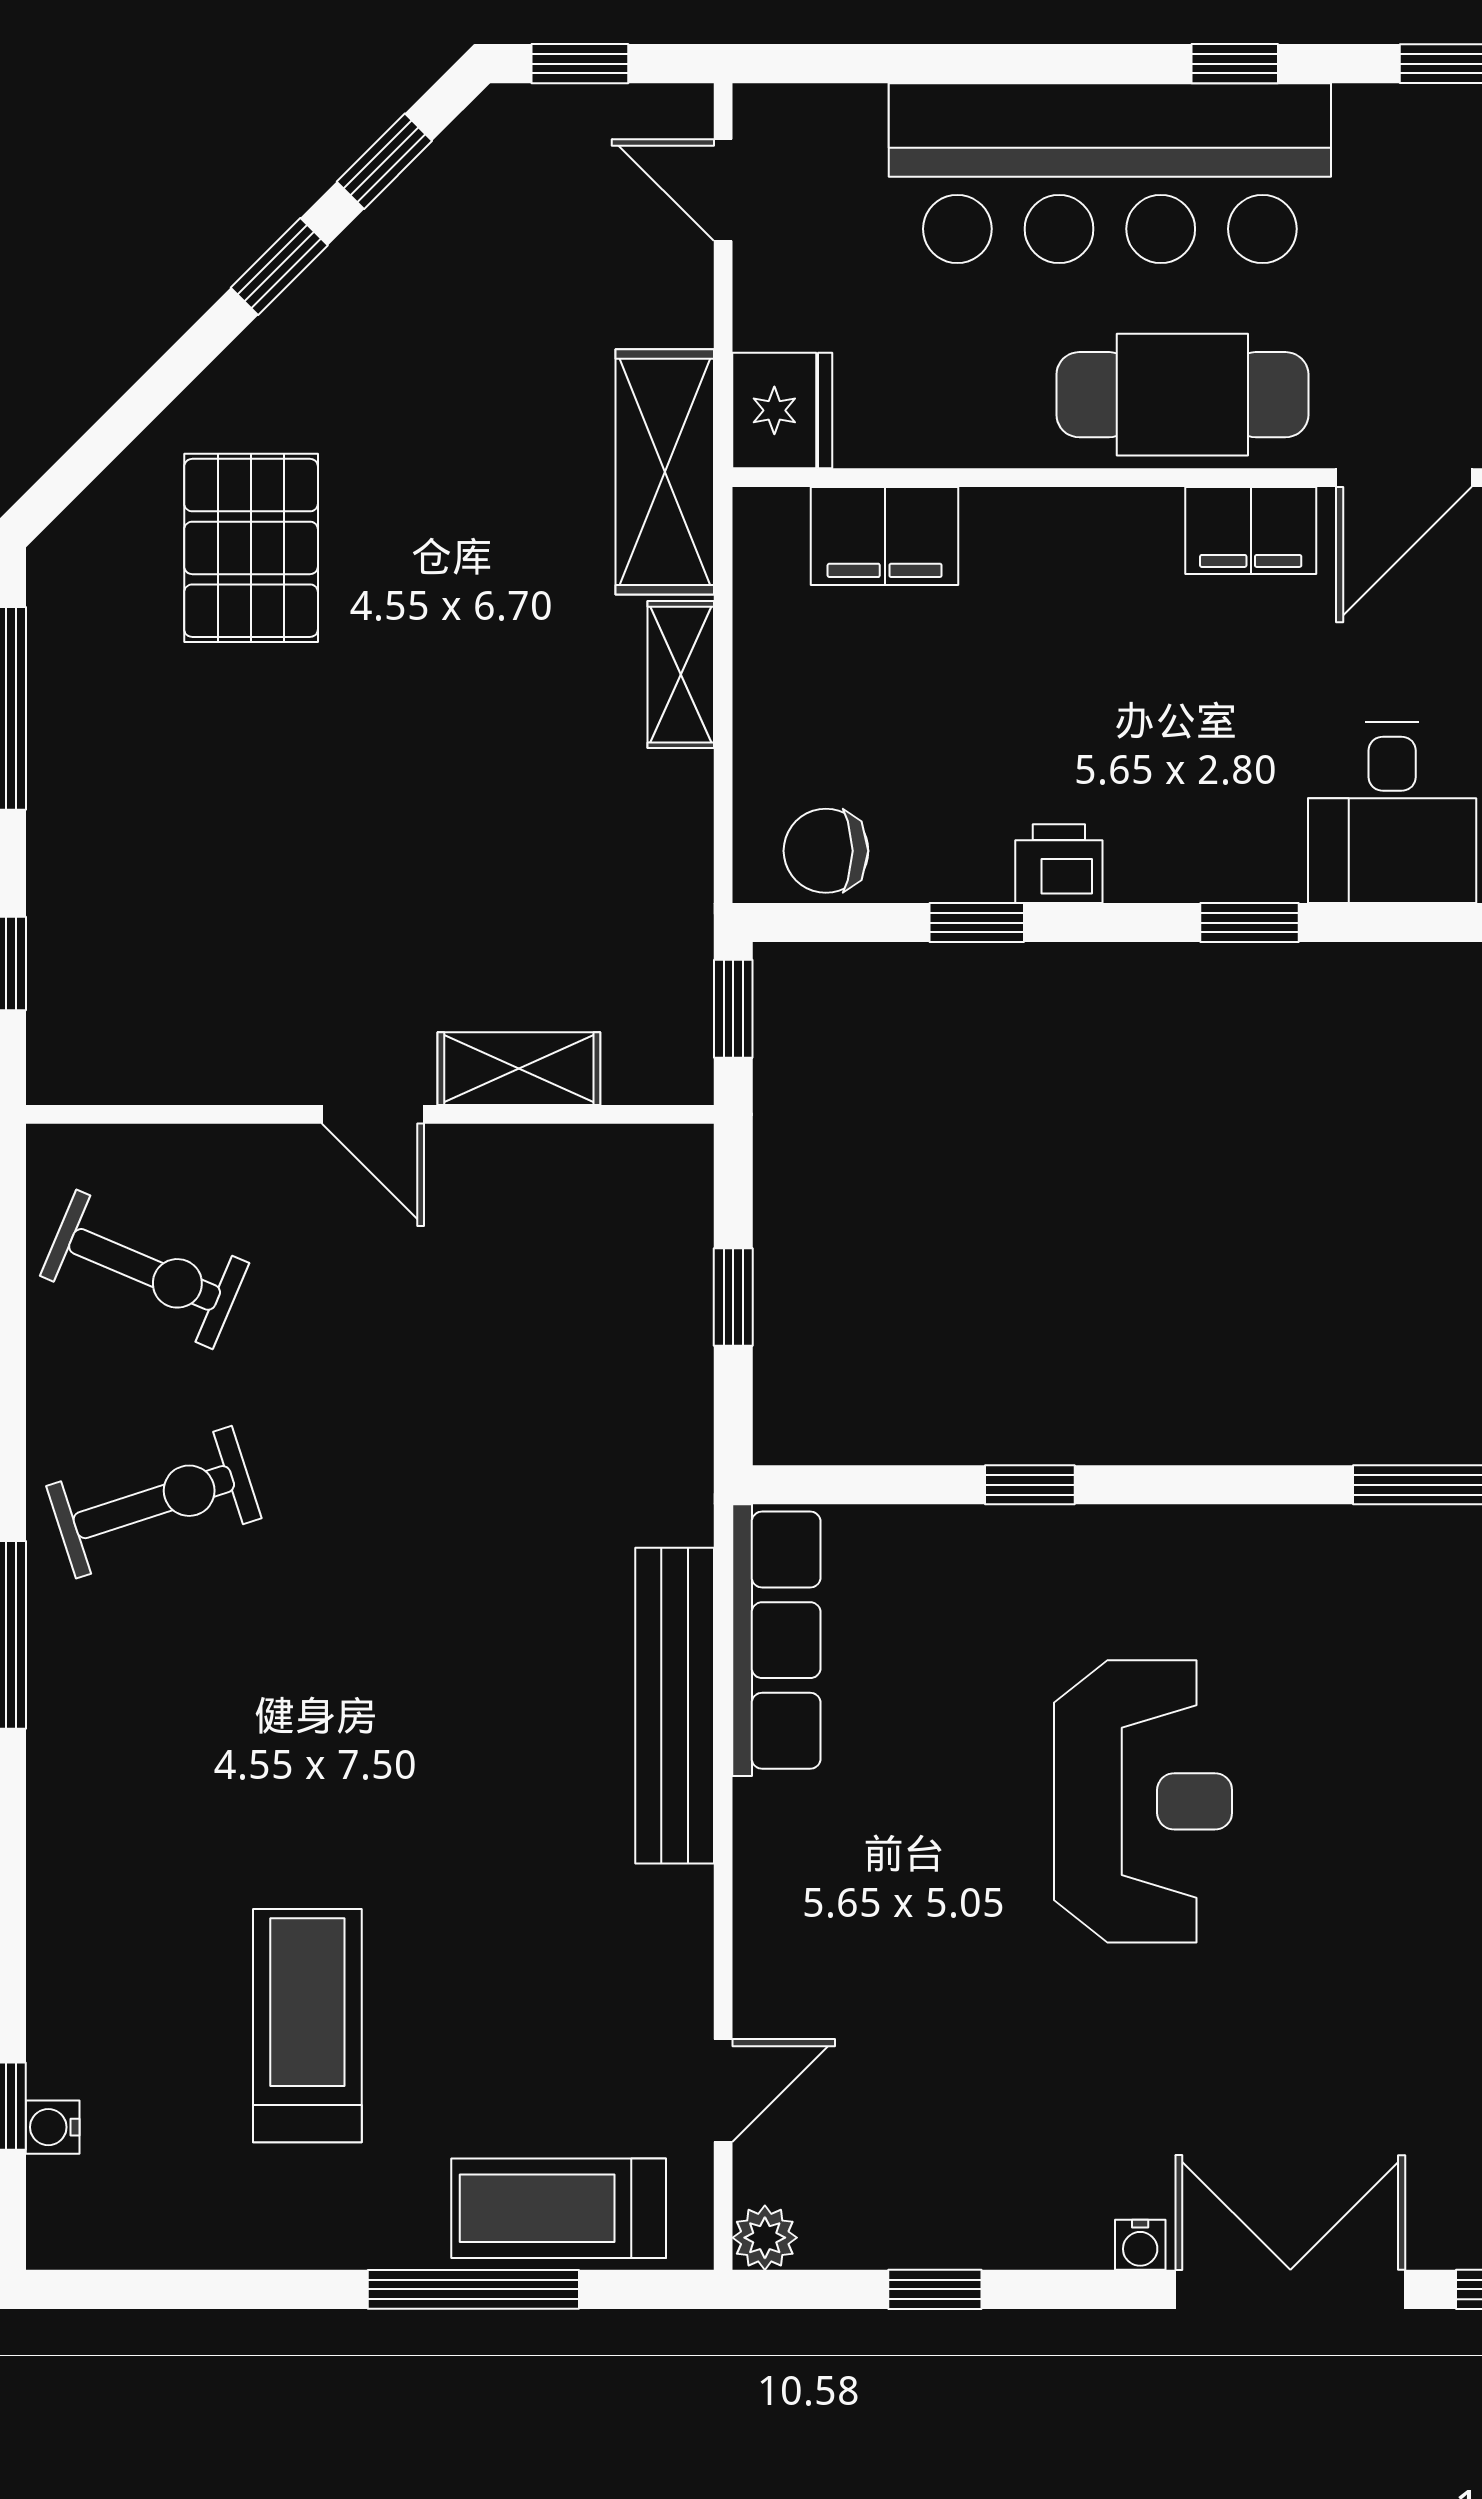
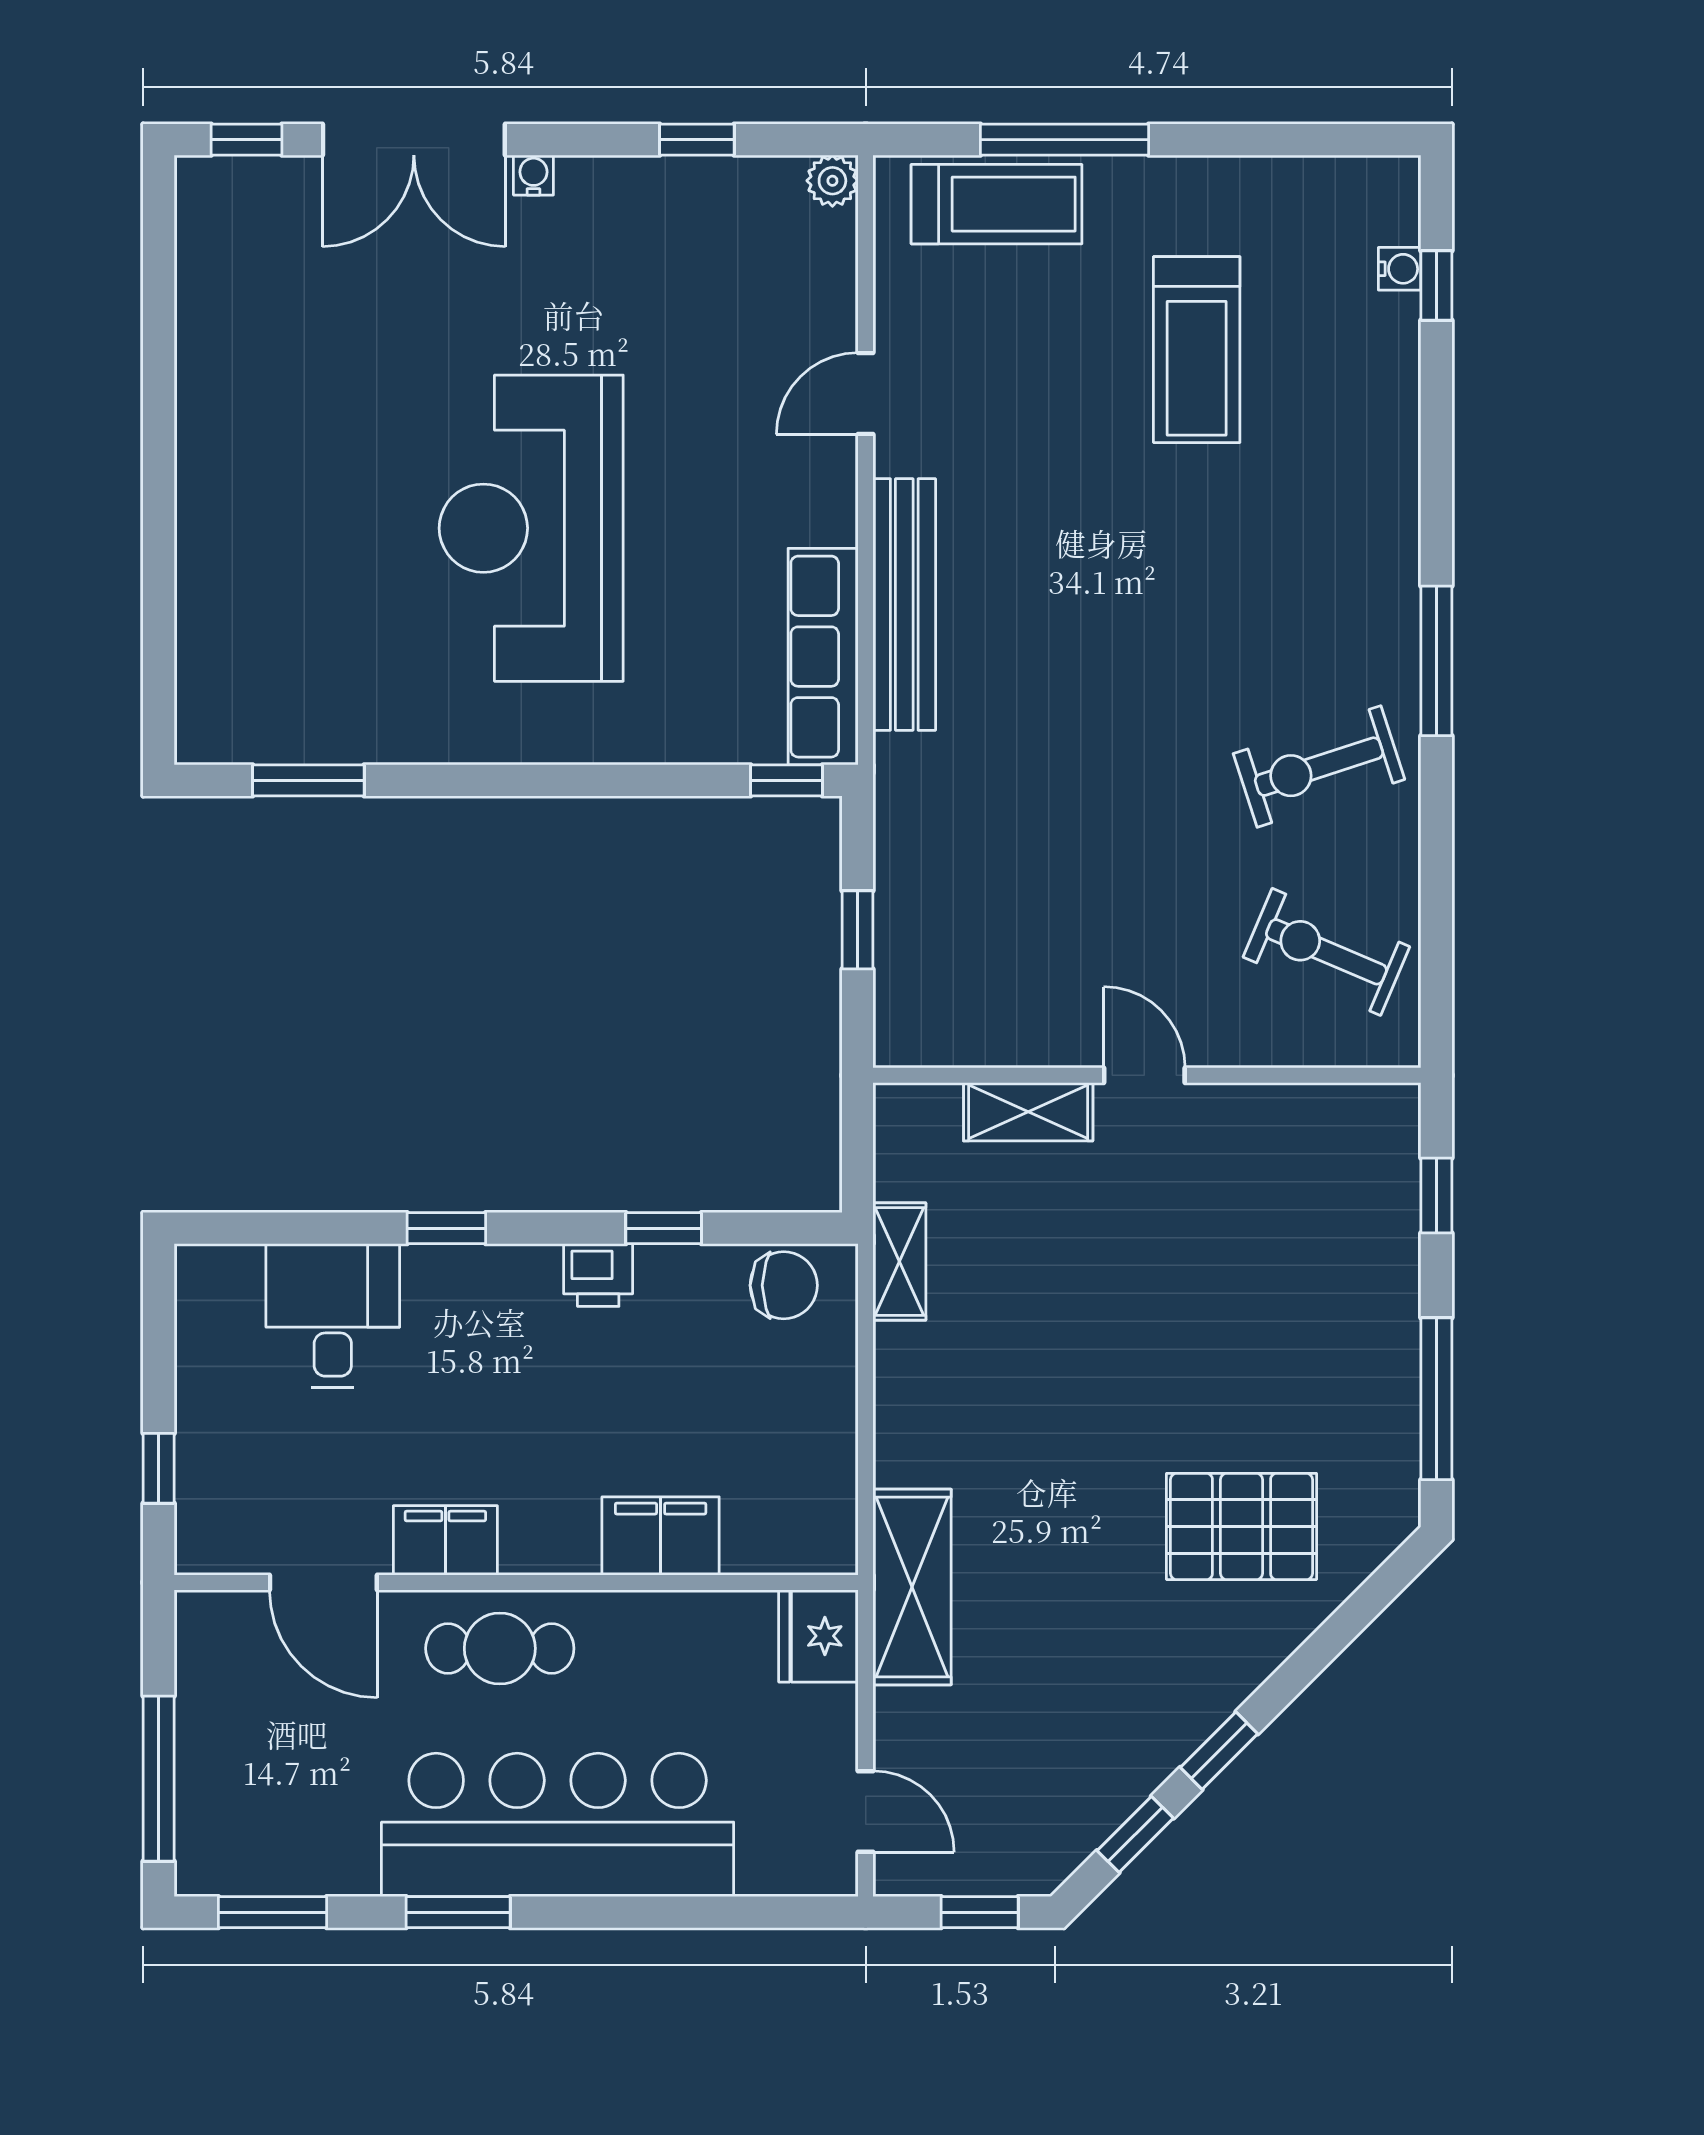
window: (1235, 64) -> (458, 1912), width x1.50
cafe table: (1182, 395) -> (500, 1648), width x0.73, depth x0.74
door: (1404, 478) -> (323, 1582), swing flipped
filing cabinet: (885, 536) -> (661, 1536), moved
pallet: (251, 548) -> (1241, 1526), turned 90
shelving: (681, 675) -> (899, 1262), moved
window: (733, 1009) -> (857, 1159), removed
window: (1030, 1485) -> (786, 780), moved
reception desk: (1143, 1801) -> (531, 528), width x1.36, depth x1.30
door: (723, 2091) -> (866, 394), moved

